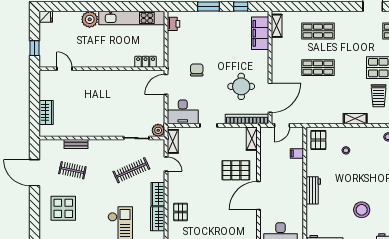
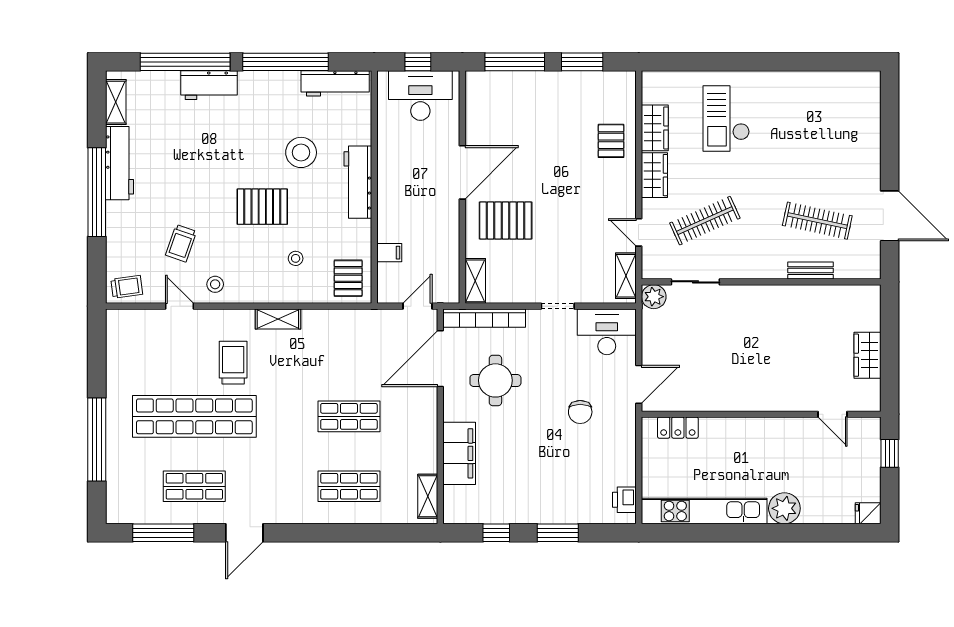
filing cabinet: (260, 33) -> (459, 453), moved
wardrobe: (46, 112) -> (867, 355), moved
clothes rail: (72, 170) -> (817, 221), width x1.36
pallet: (363, 178) -> (262, 207), added
workbench: (313, 190) -> (358, 182), width x1.38
display table: (63, 208) -> (835, 148), removed
stool: (362, 210) -> (301, 152), moved

